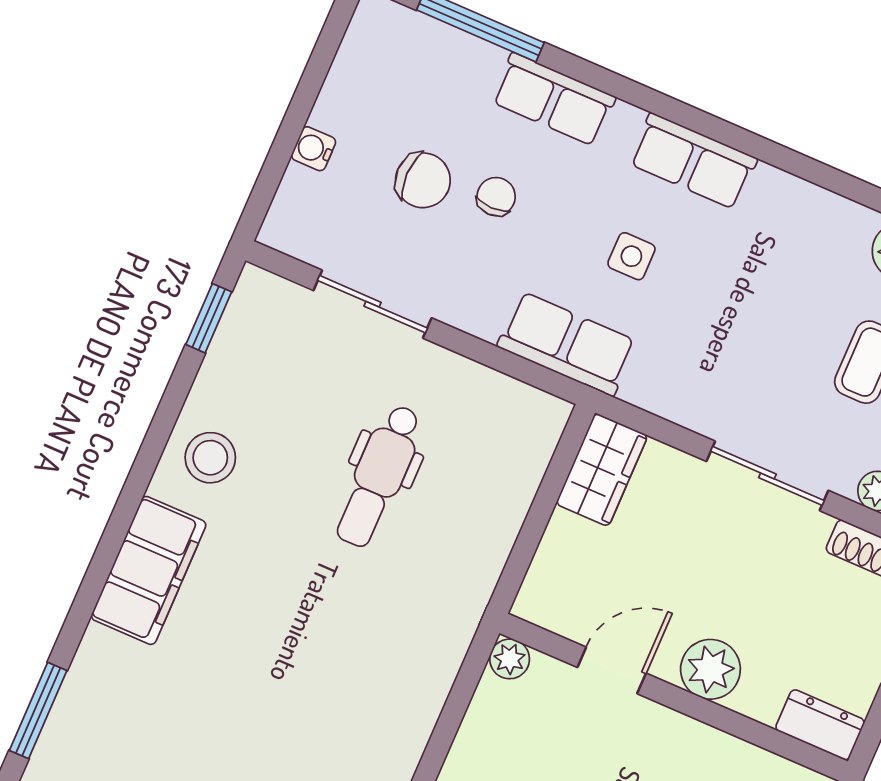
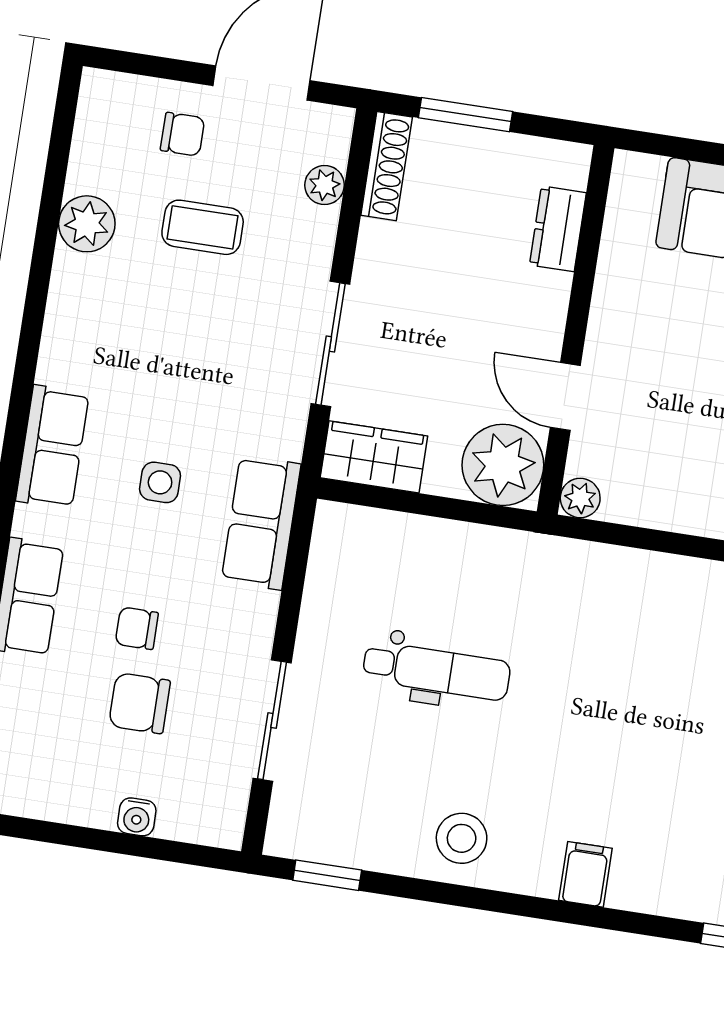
chair: (423, 180) -> (140, 703), turned -90
sliding door: (767, 476) -> (330, 344), moved
filing cabinet: (149, 570) -> (585, 874), width x0.33, depth x0.86
plant: (710, 669) -> (503, 465), moved, width x1.36, depth x1.36
dresser: (820, 725) -> (558, 229), moved

